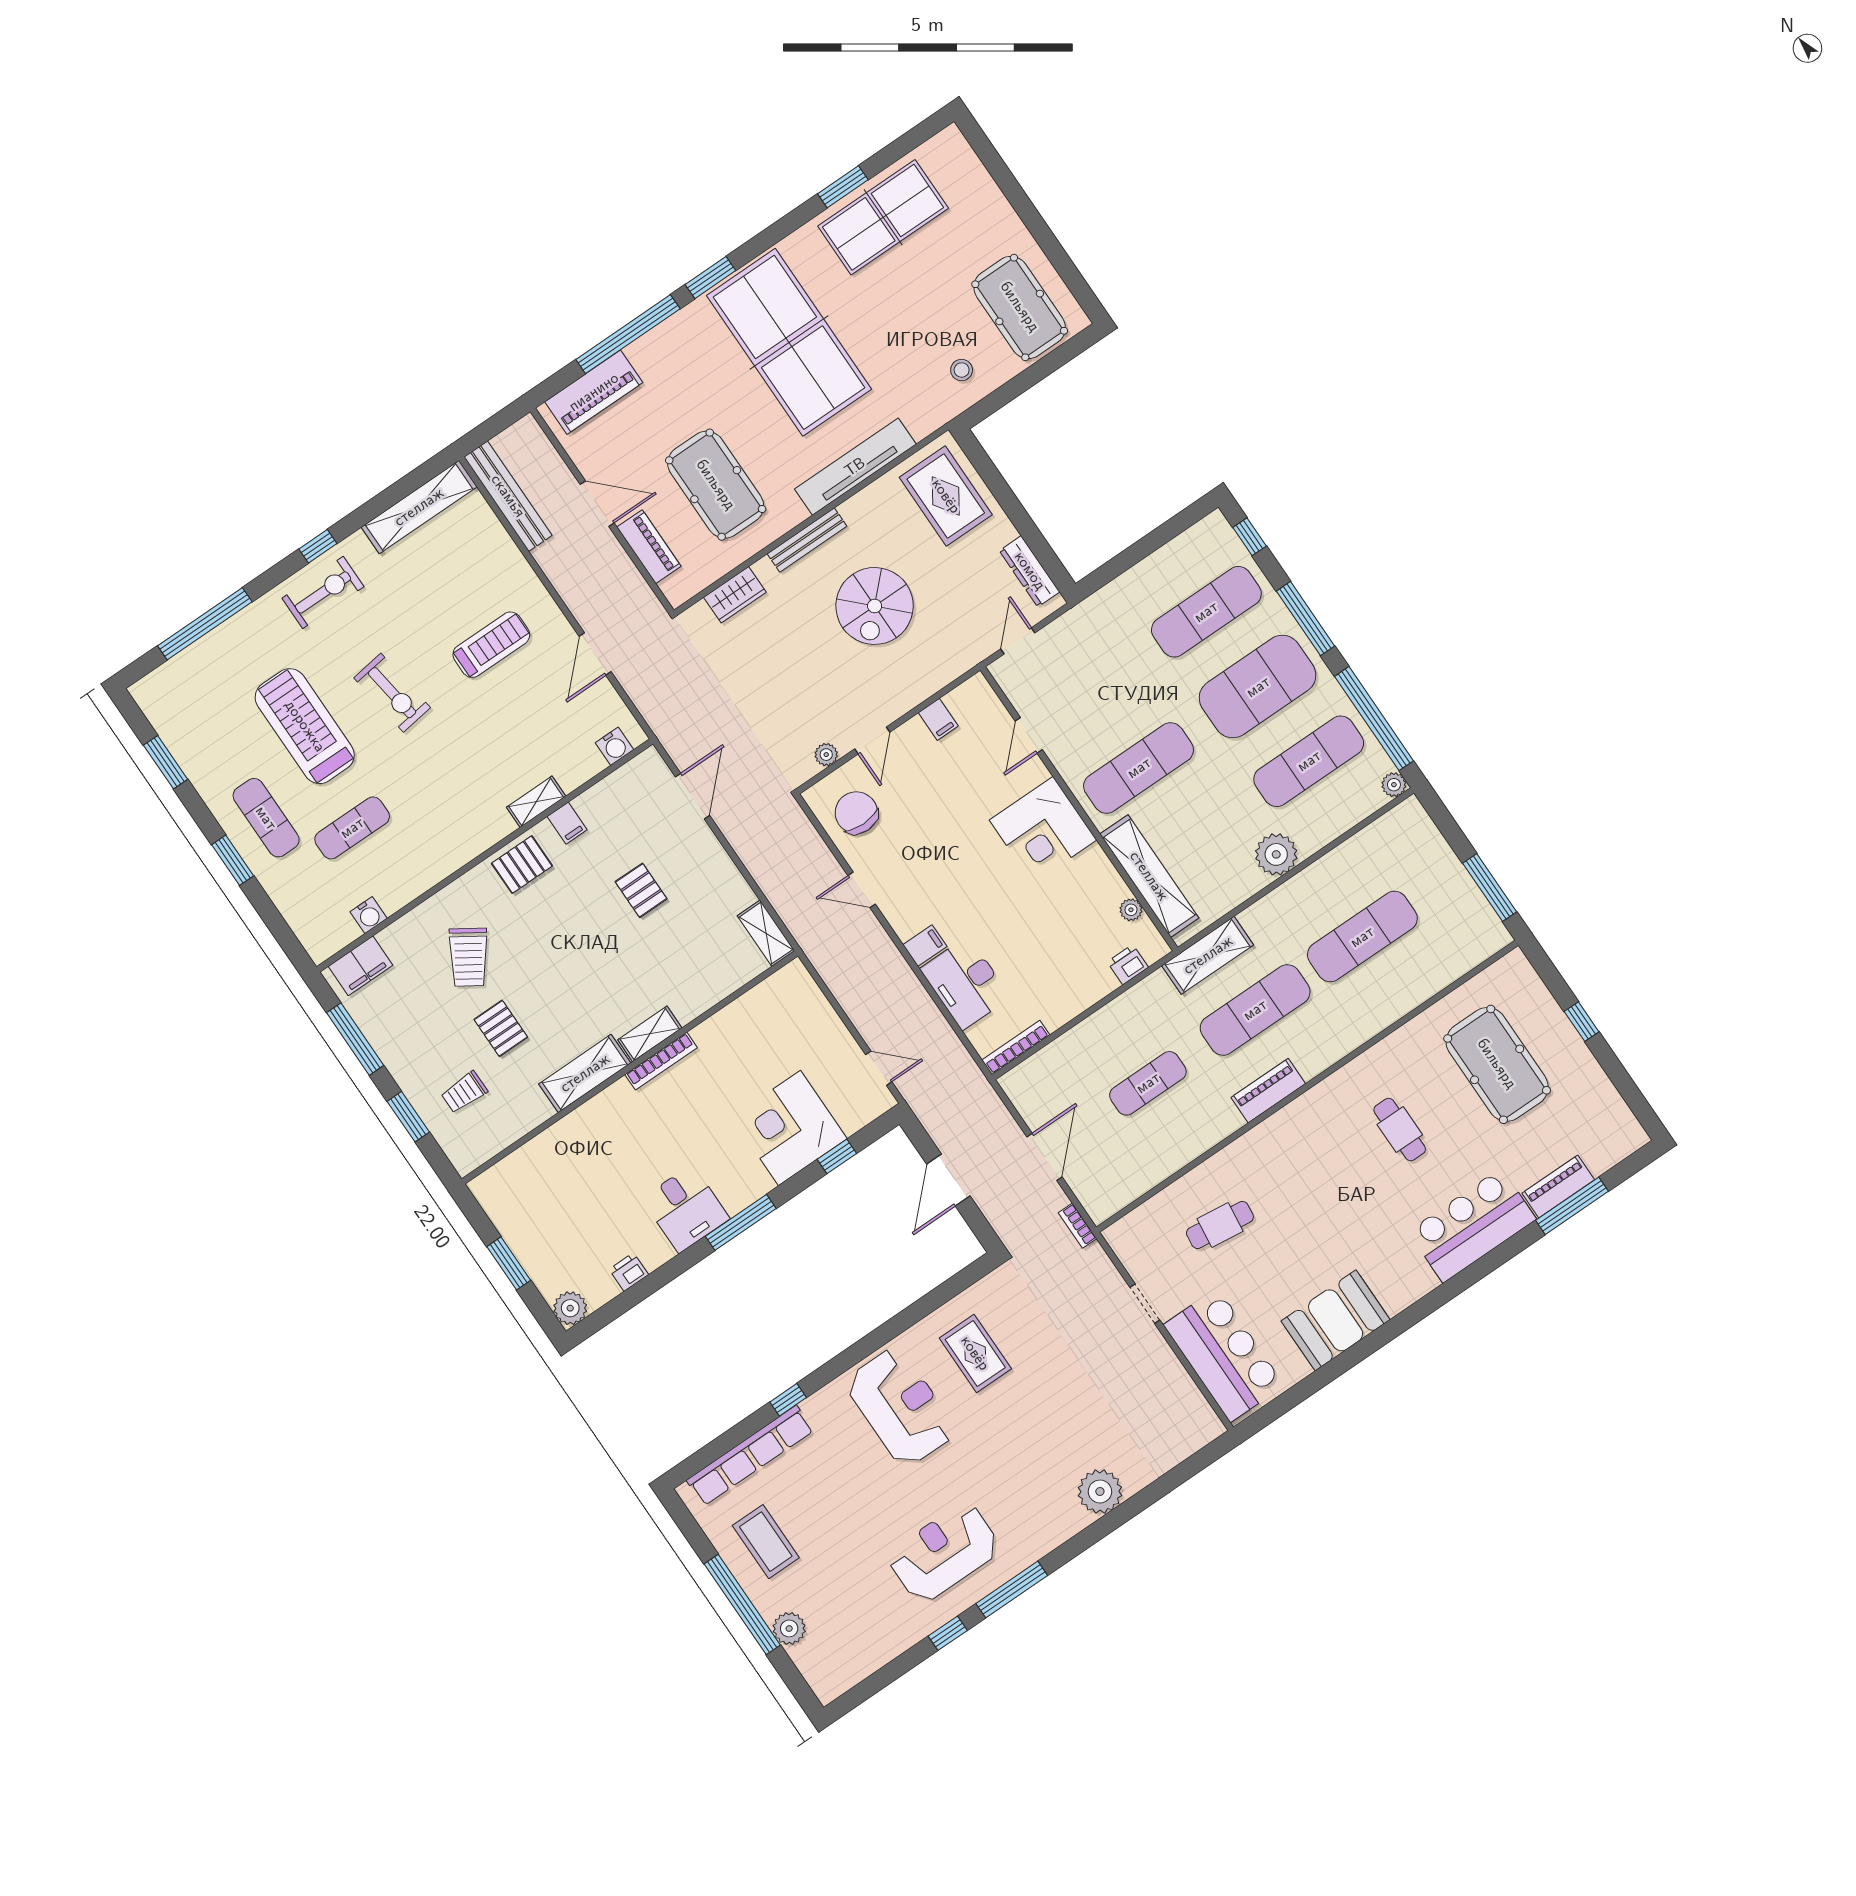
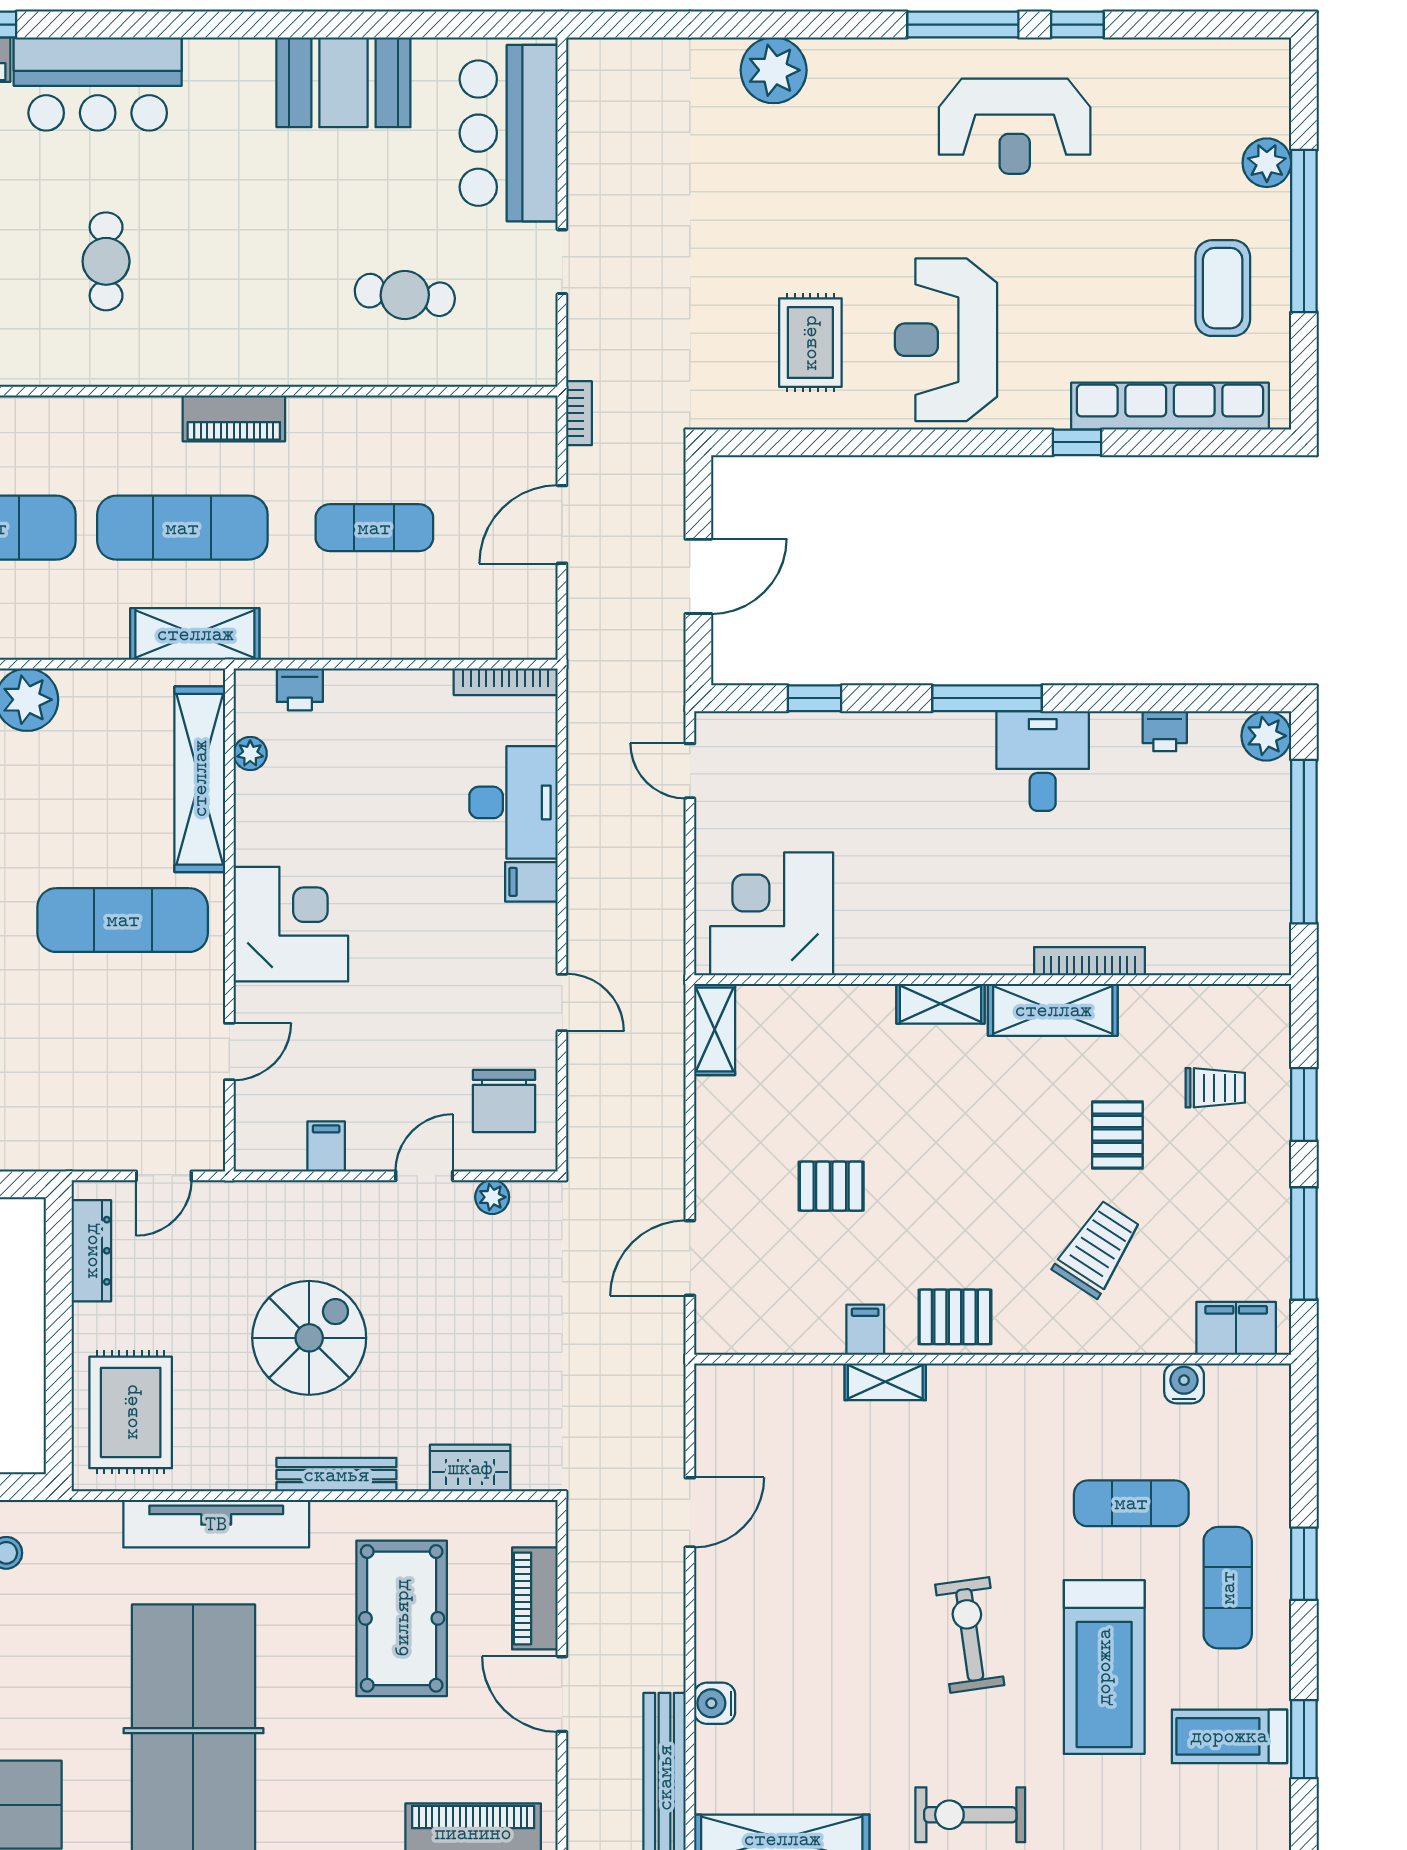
treadmill: (491, 645) -> (1229, 1736), moved
water cooler: (614, 746) -> (715, 1703), moved, turned -90
pallet: (641, 890) -> (831, 1186), turned 90
bookcase: (661, 1061) -> (1089, 961), moved
corner desk: (789, 1128) -> (772, 914), moved, turned 180
window: (509, 1263) -> (1304, 842), width x2.11

